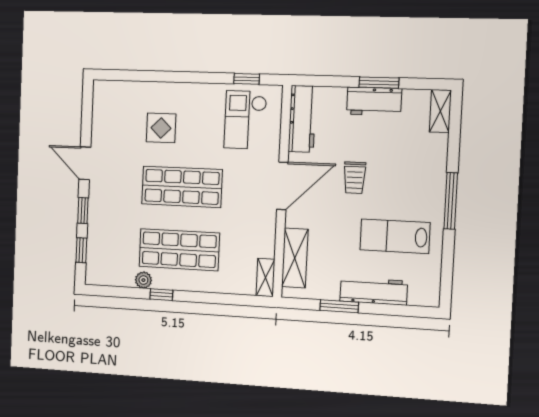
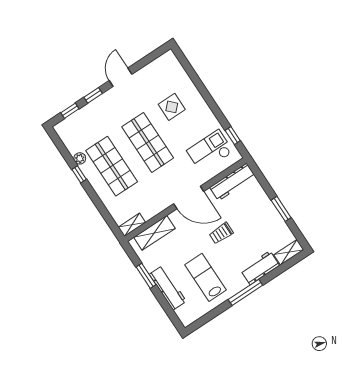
workbench: (374, 101) -> (260, 268), moved, turned 90

